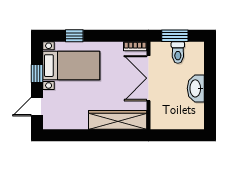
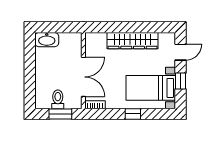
window: (74, 36) -> (133, 114), moved
washbasin: (196, 88) -> (47, 40), moved, turned 90
wardrobe: (118, 120) -> (133, 41), moved

